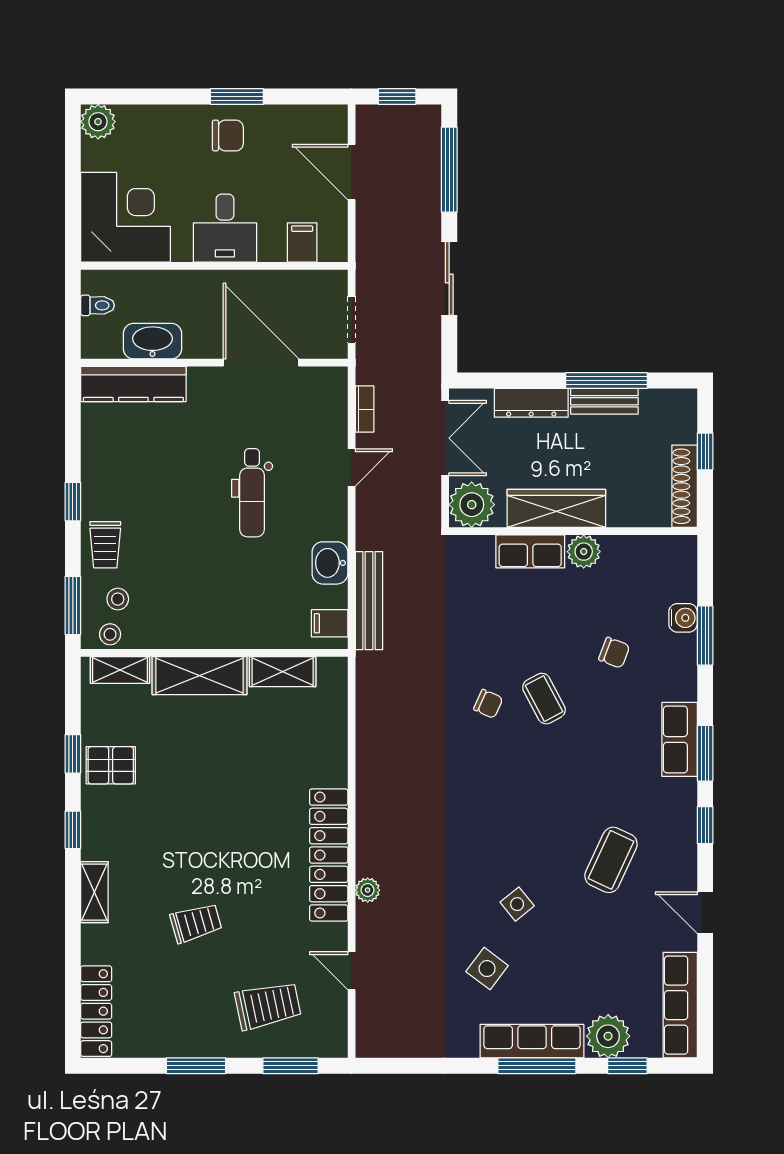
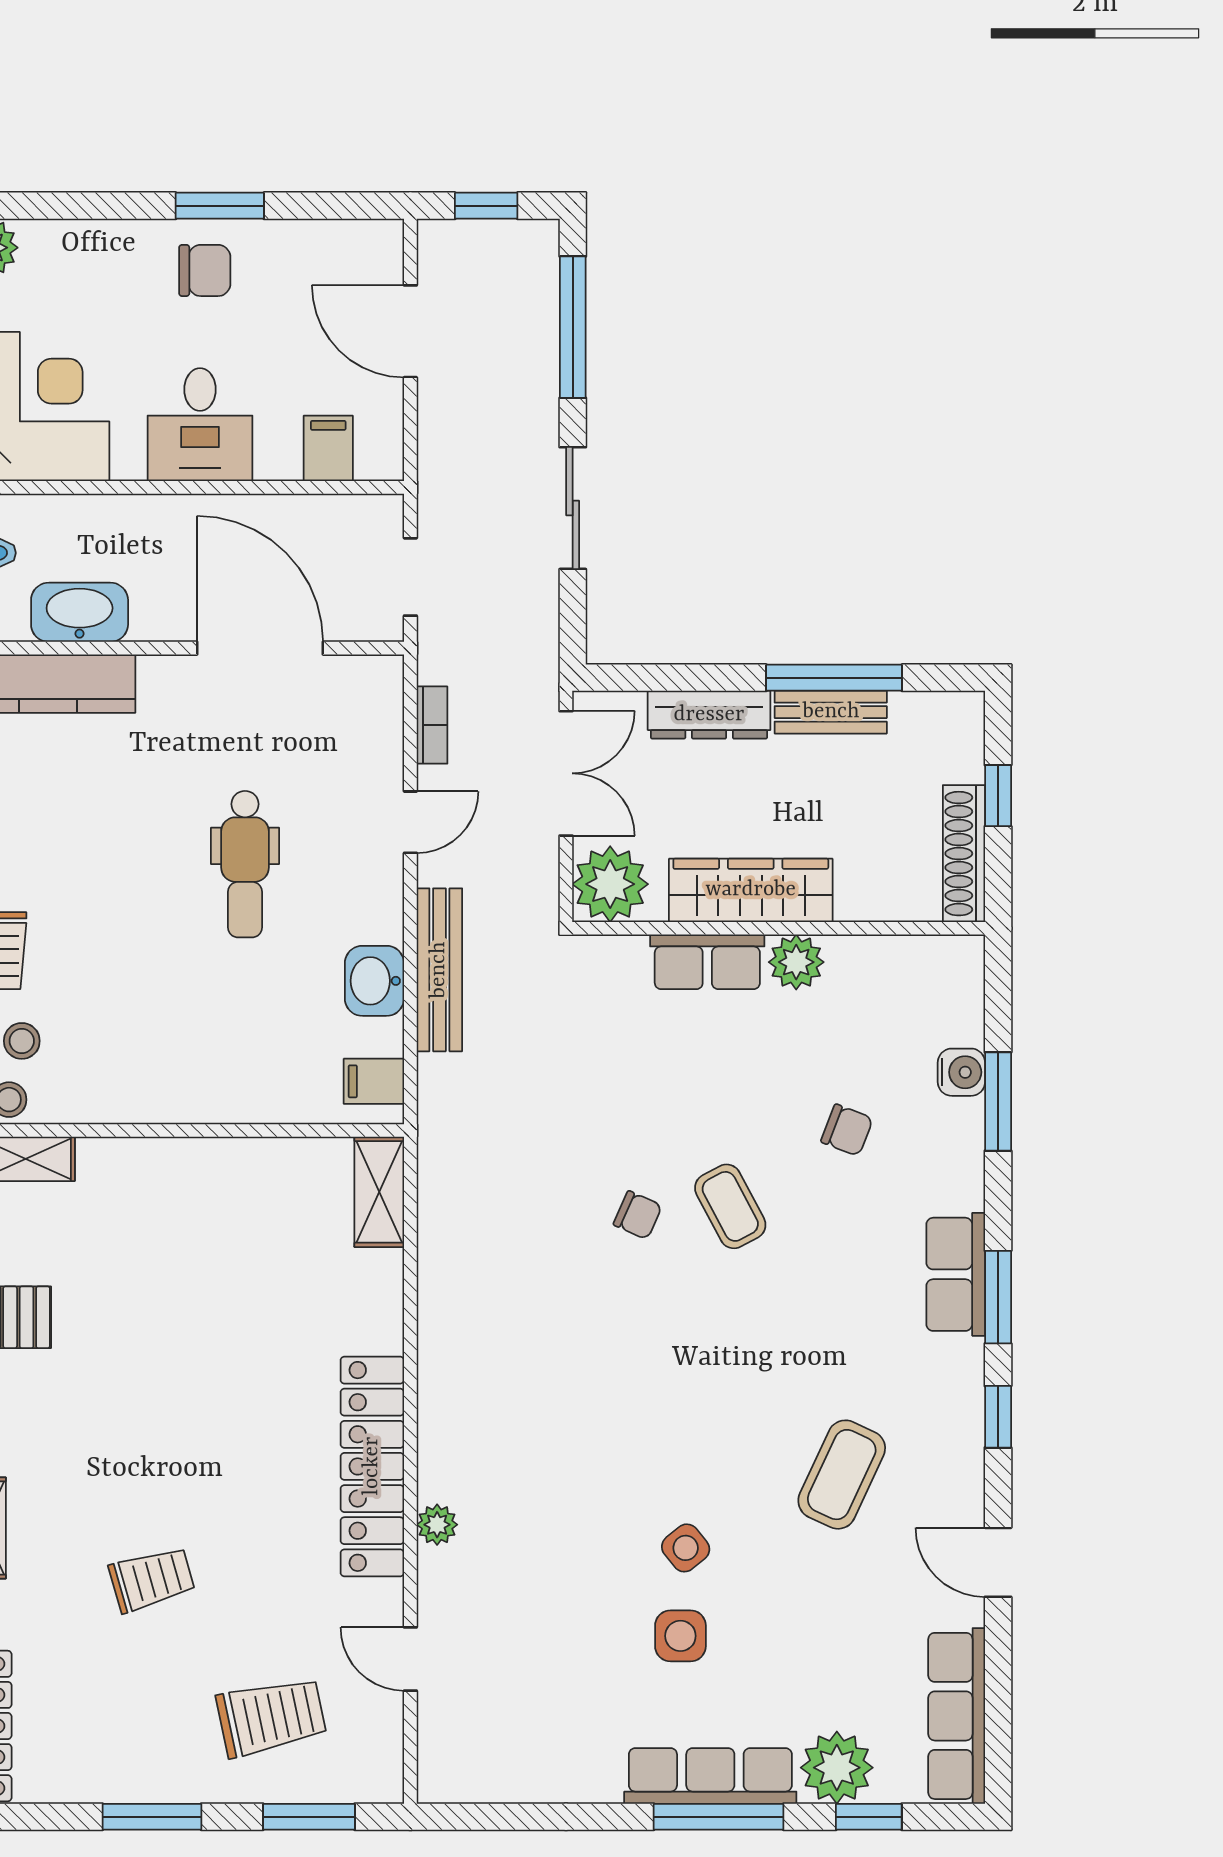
bench: (369, 601) -> (439, 970), moved
shelving: (283, 672) -> (379, 1192), moved, turned 90
shelving: (200, 676) -> (158, 1168), removed
side table: (487, 969) -> (680, 1636), moved, turned -37

